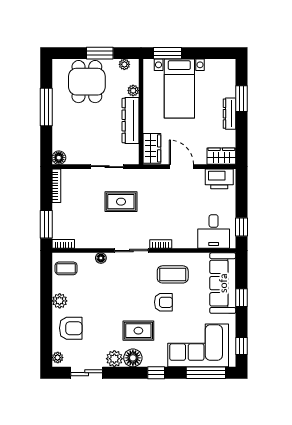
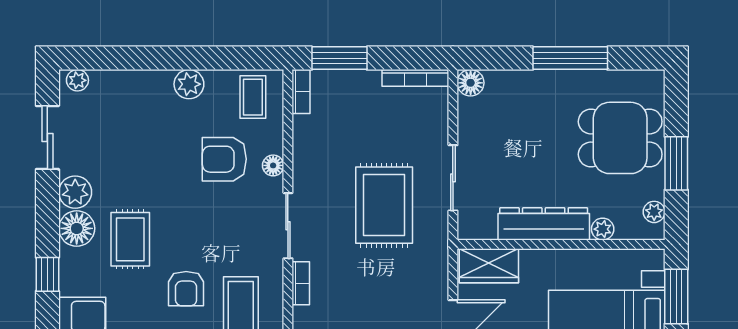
rug: (121, 202) -> (384, 205), width x1.36, depth x1.43
armchair: (71, 328) -> (224, 159), moved, turned 90

